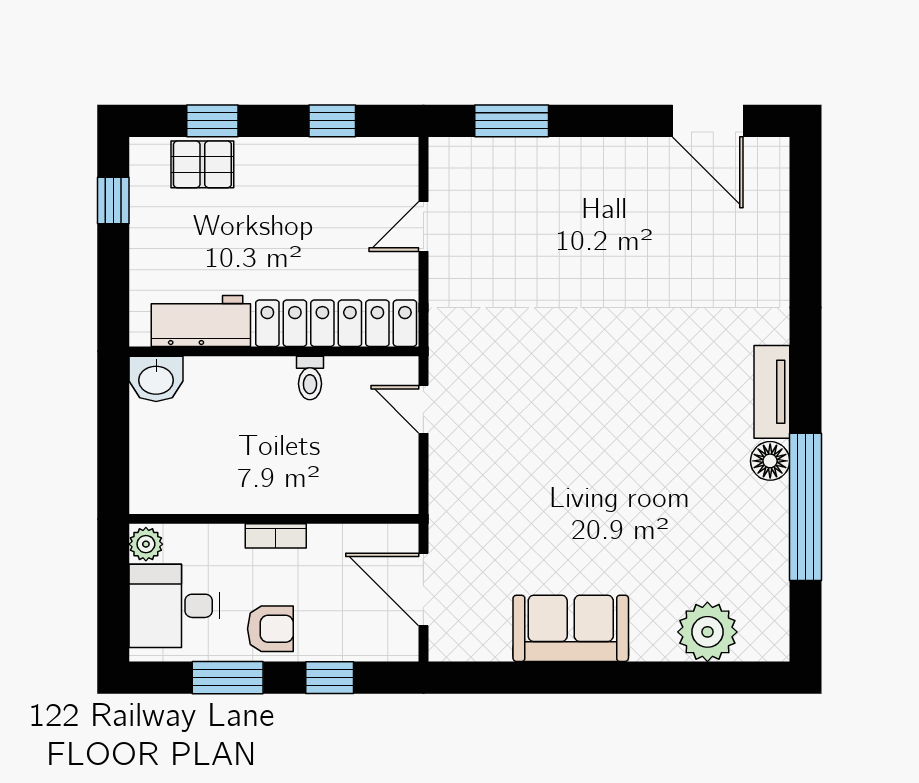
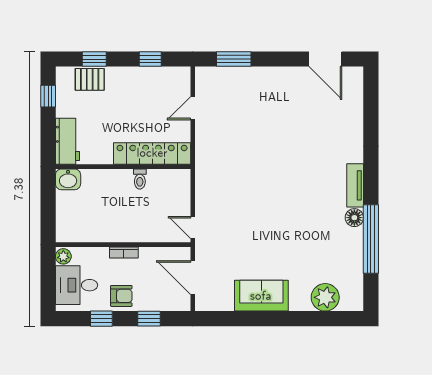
workbench: (201, 321) -> (67, 141), moved, turned 90
door: (423, 409) -> (193, 227), moved
window: (228, 678) -> (101, 319), width x0.67

